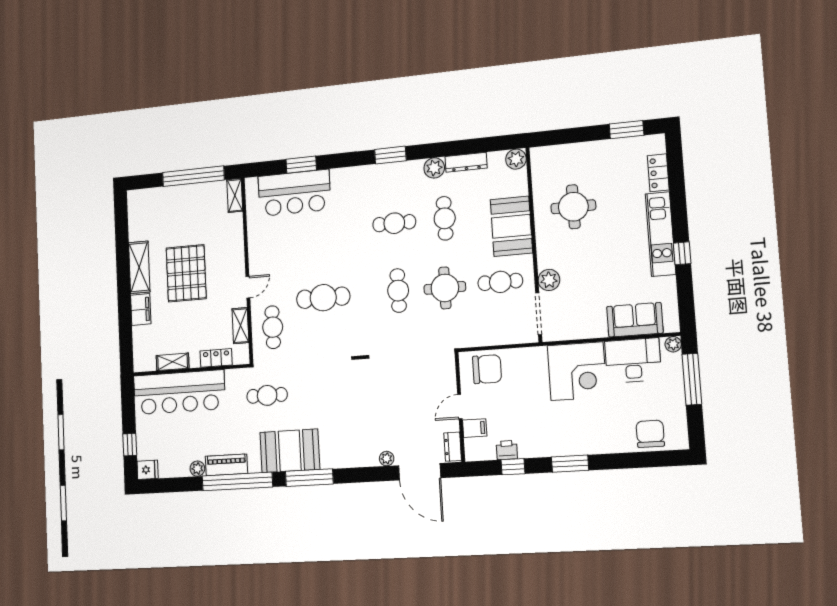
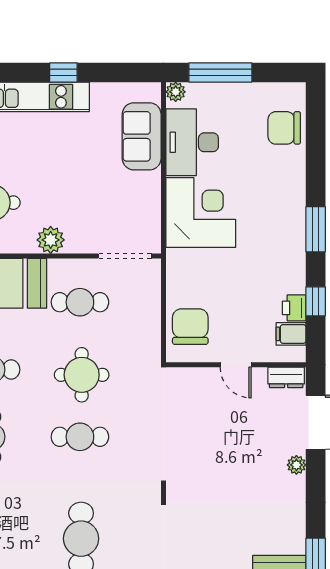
plant: (549, 280) -> (51, 240), moved
cafe table: (500, 282) -> (80, 302), turned 90
filing cabinet: (475, 428) -> (291, 334), moved, turned -90

